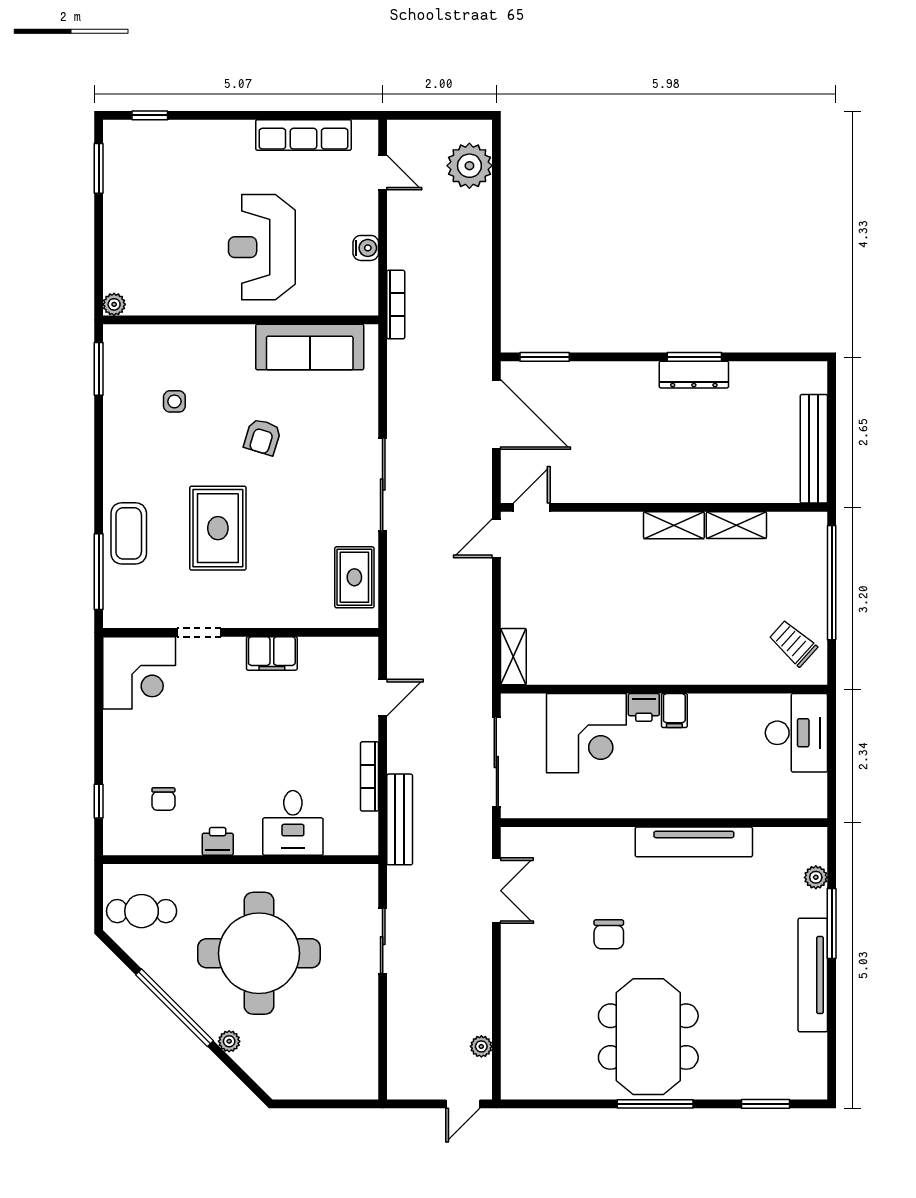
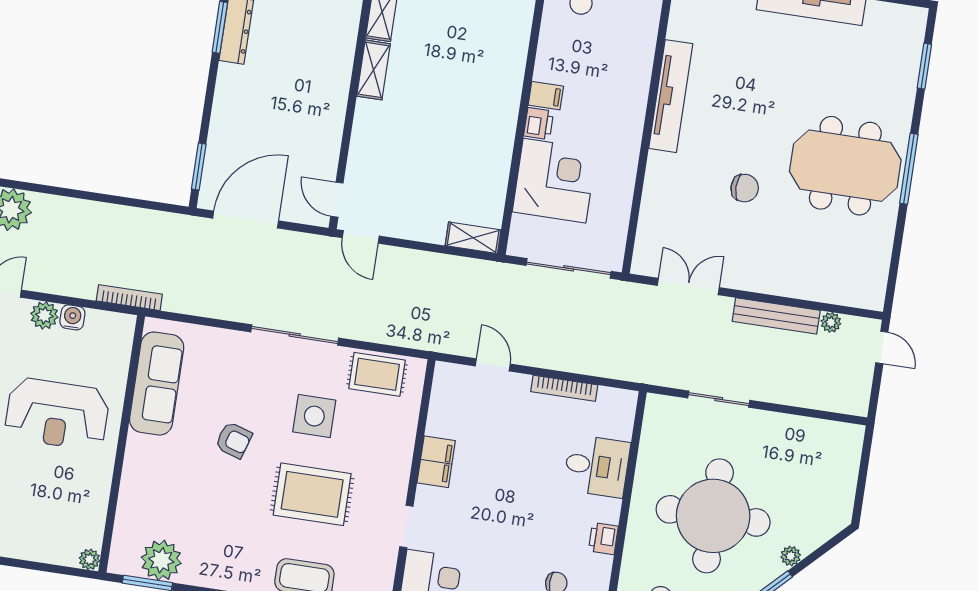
plant: (363, 218) -> (44, 315), added
plant: (125, 380) -> (161, 560), added
side table: (174, 401) -> (314, 416), moved, width x1.87, depth x1.87
bench: (400, 819) -> (776, 316), moved

